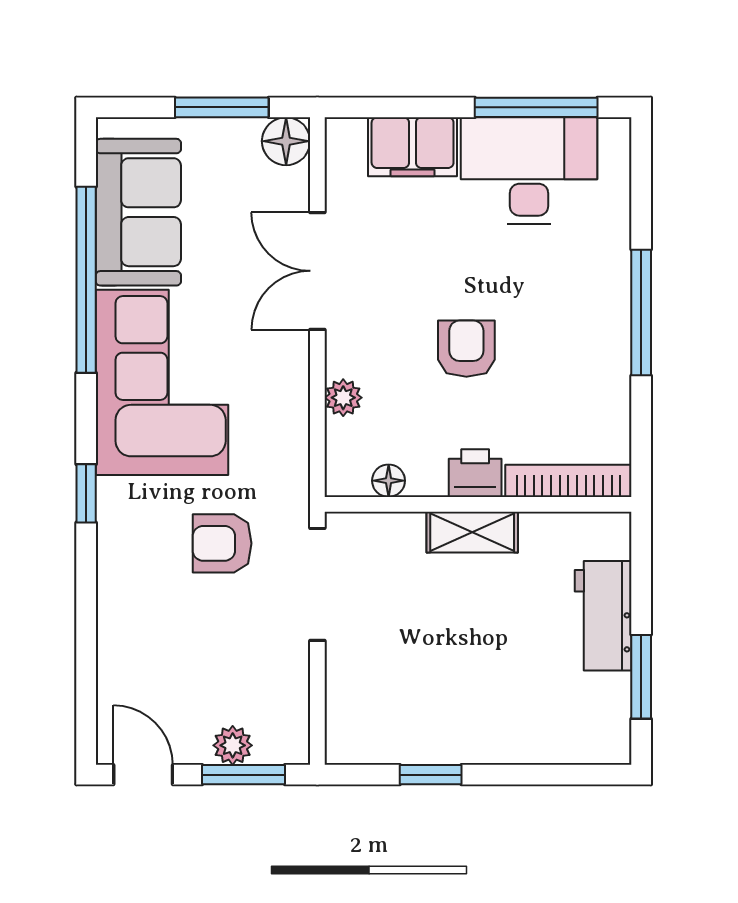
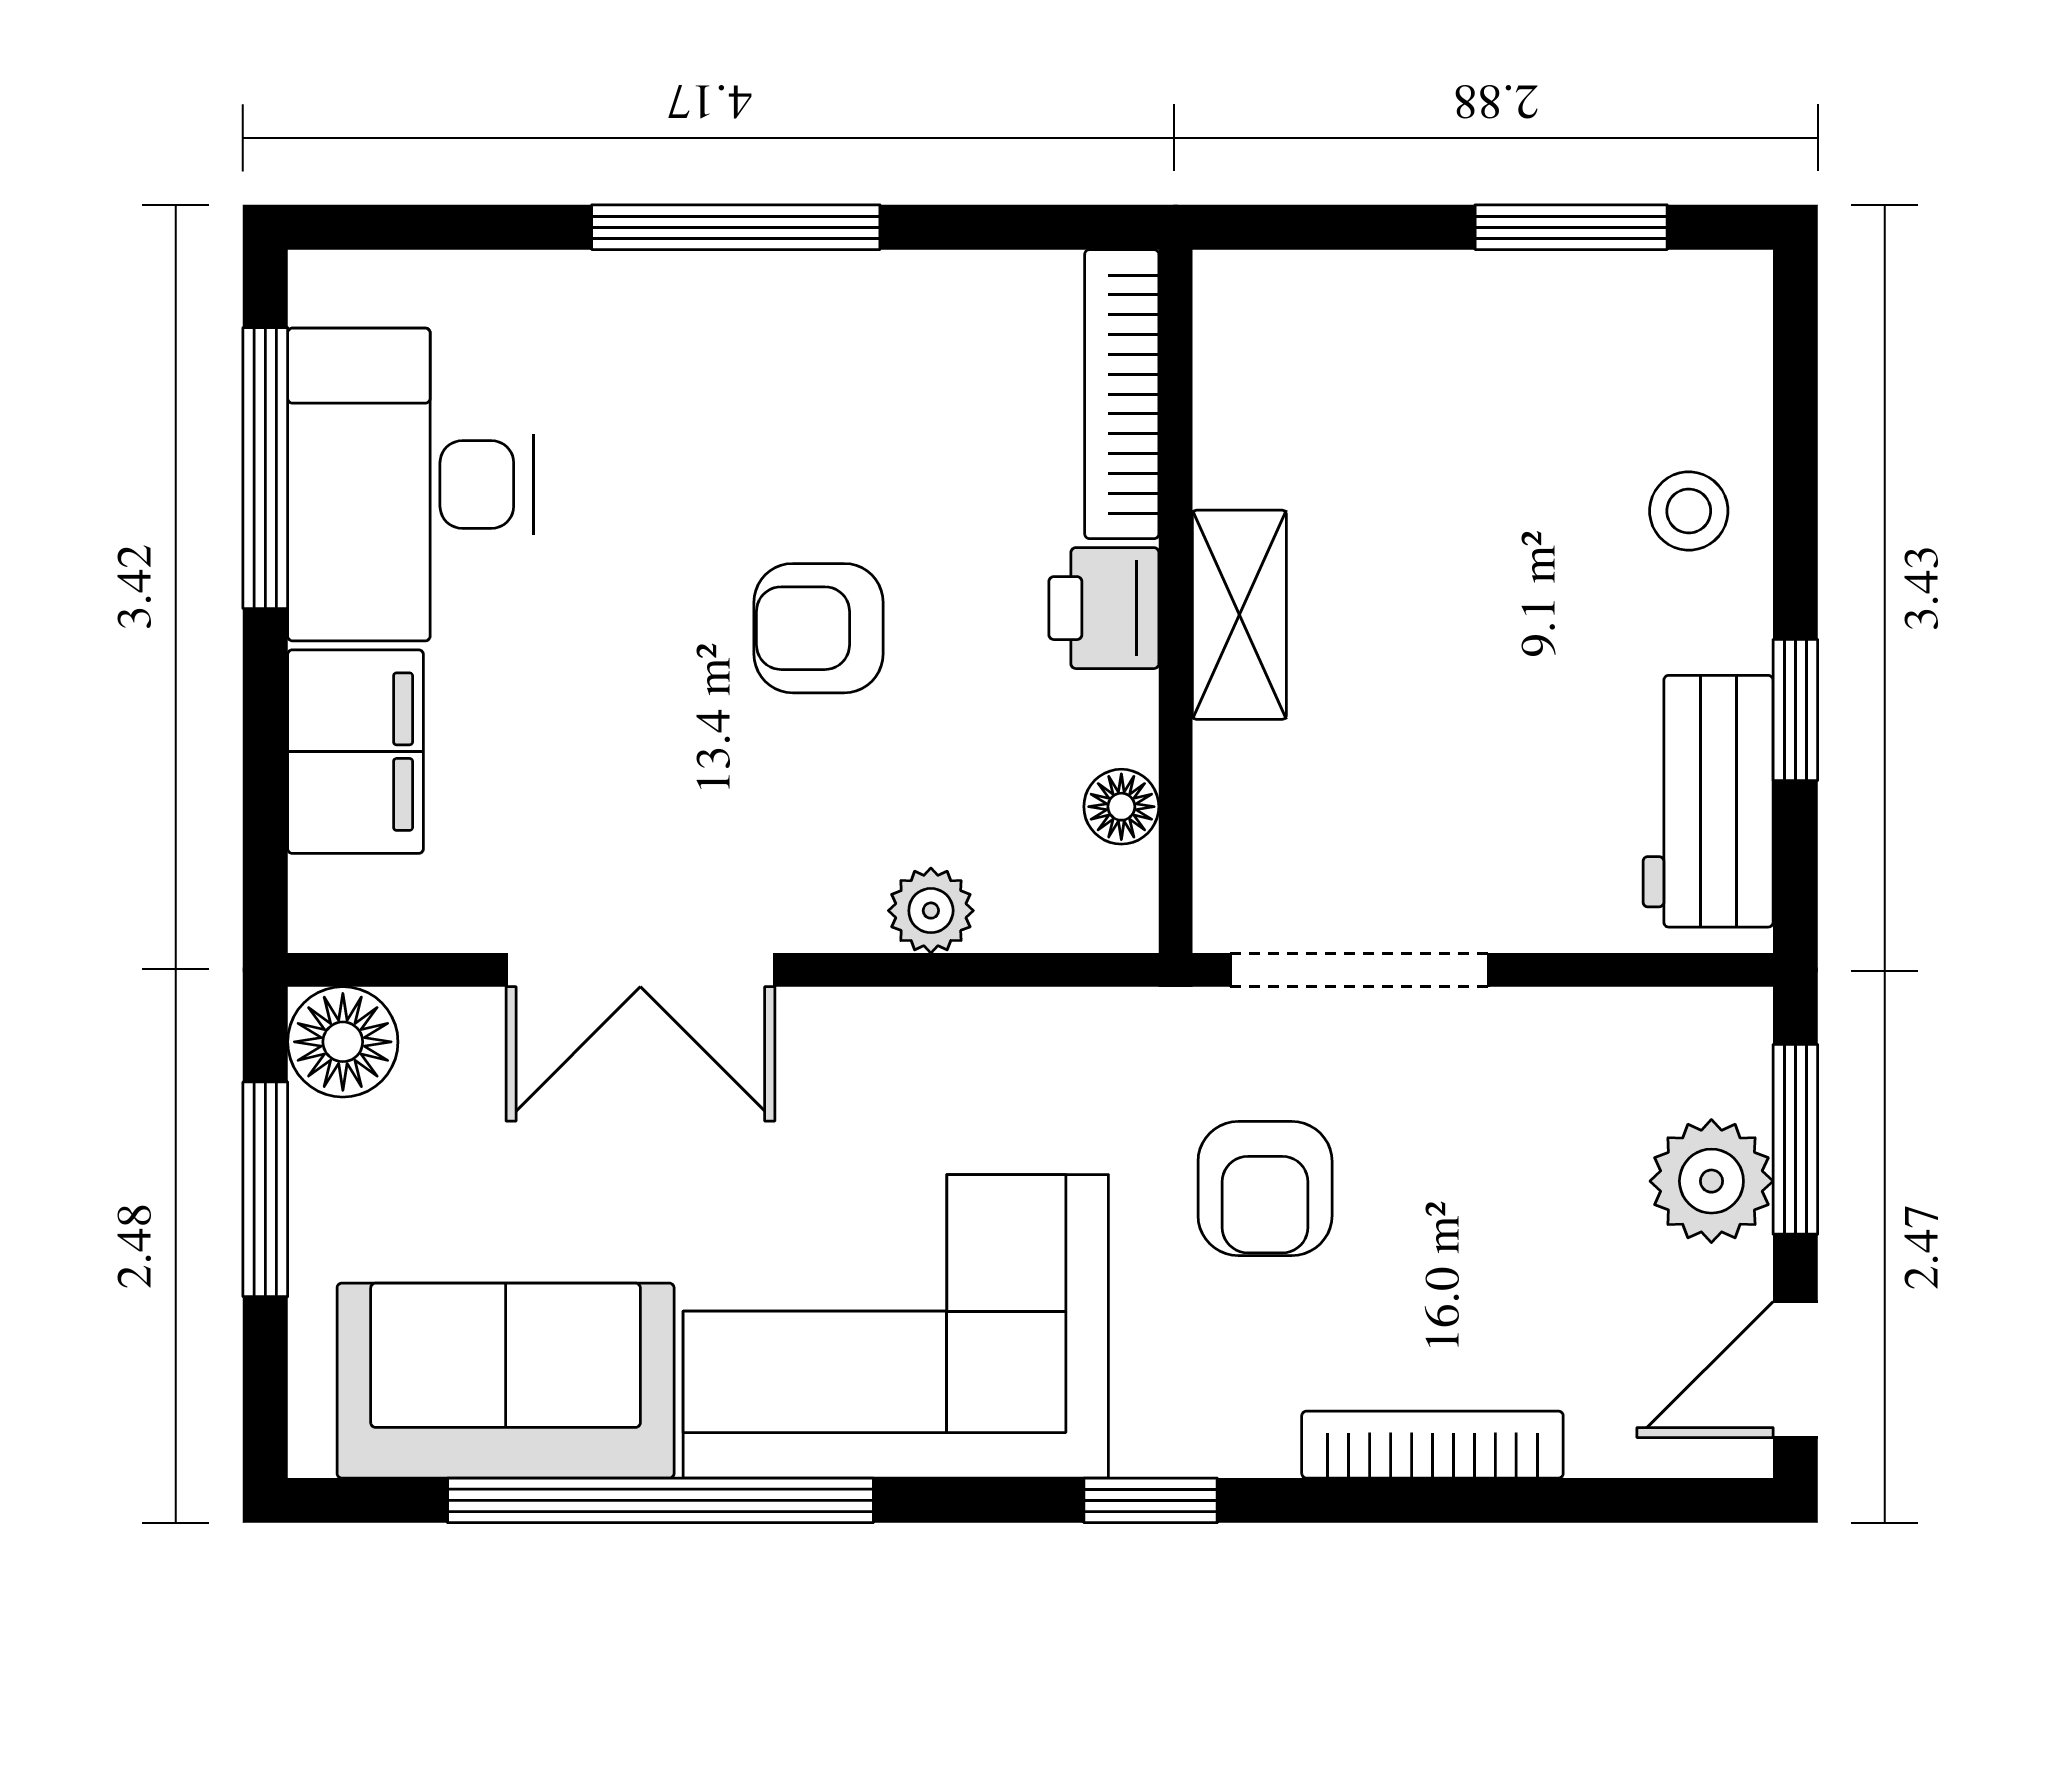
bookcase: (110, 616) -> (1432, 1445), added
workbench: (603, 616) -> (1708, 801), moved, turned 90
stool: (517, 728) -> (1689, 511), added
plant: (233, 745) -> (1711, 1181), width x1.38, depth x1.38

